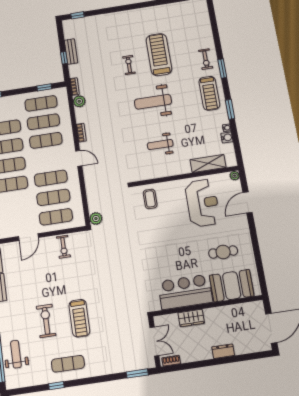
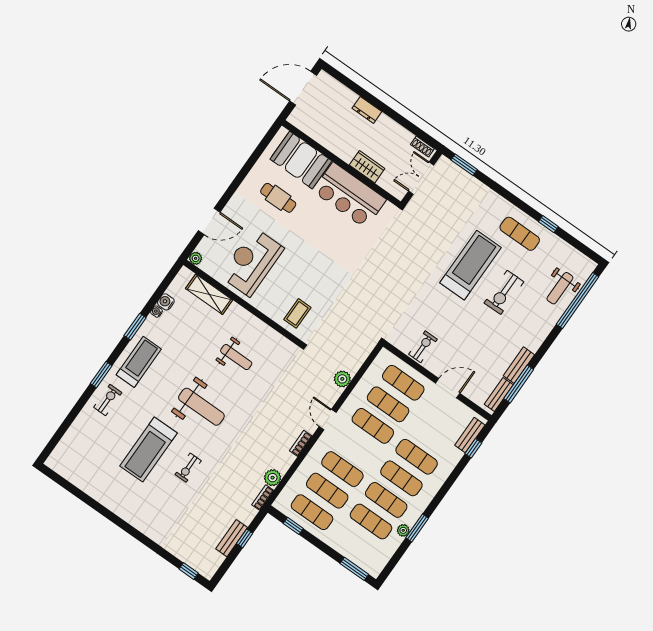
plant: (96, 219) -> (342, 379), moved
treadmill: (79, 318) -> (470, 265), width x1.37, depth x1.38

